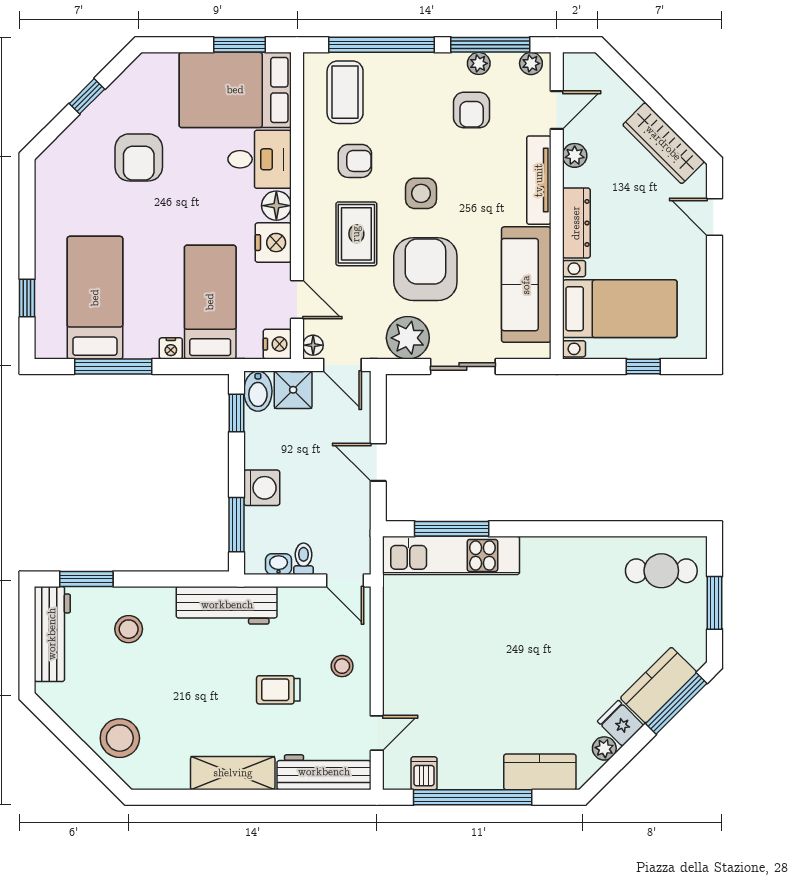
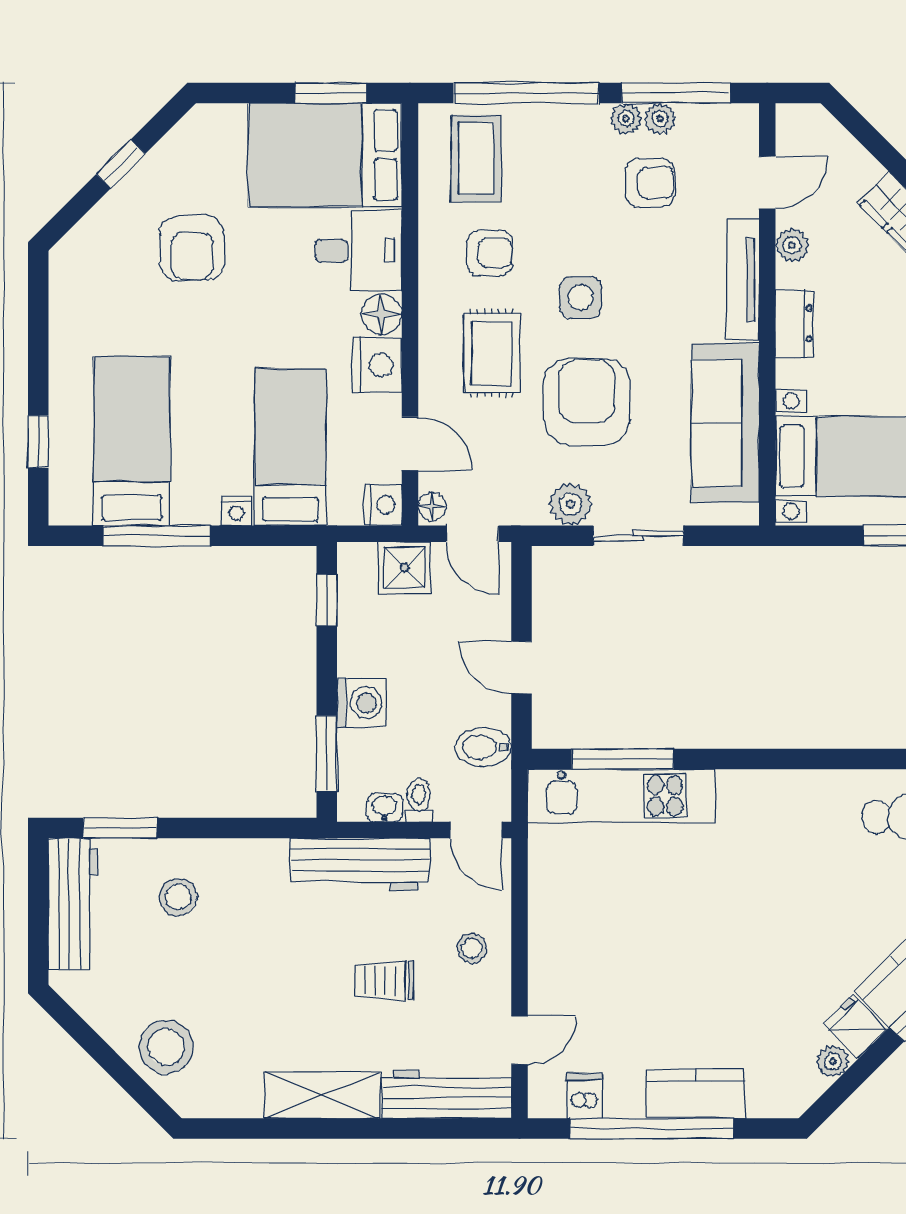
plant: (531, 63) -> (626, 119), moved
armchair: (472, 110) -> (650, 183), turned -90
dresser: (576, 223) -> (794, 323), width x0.70
plant: (408, 338) -> (570, 504), width x0.73, depth x0.73
bidet: (258, 391) -> (484, 747), moved, turned 90
workbench: (227, 605) -> (360, 864), moved
kitchen counter: (540, 772) -> (696, 1094), moved

